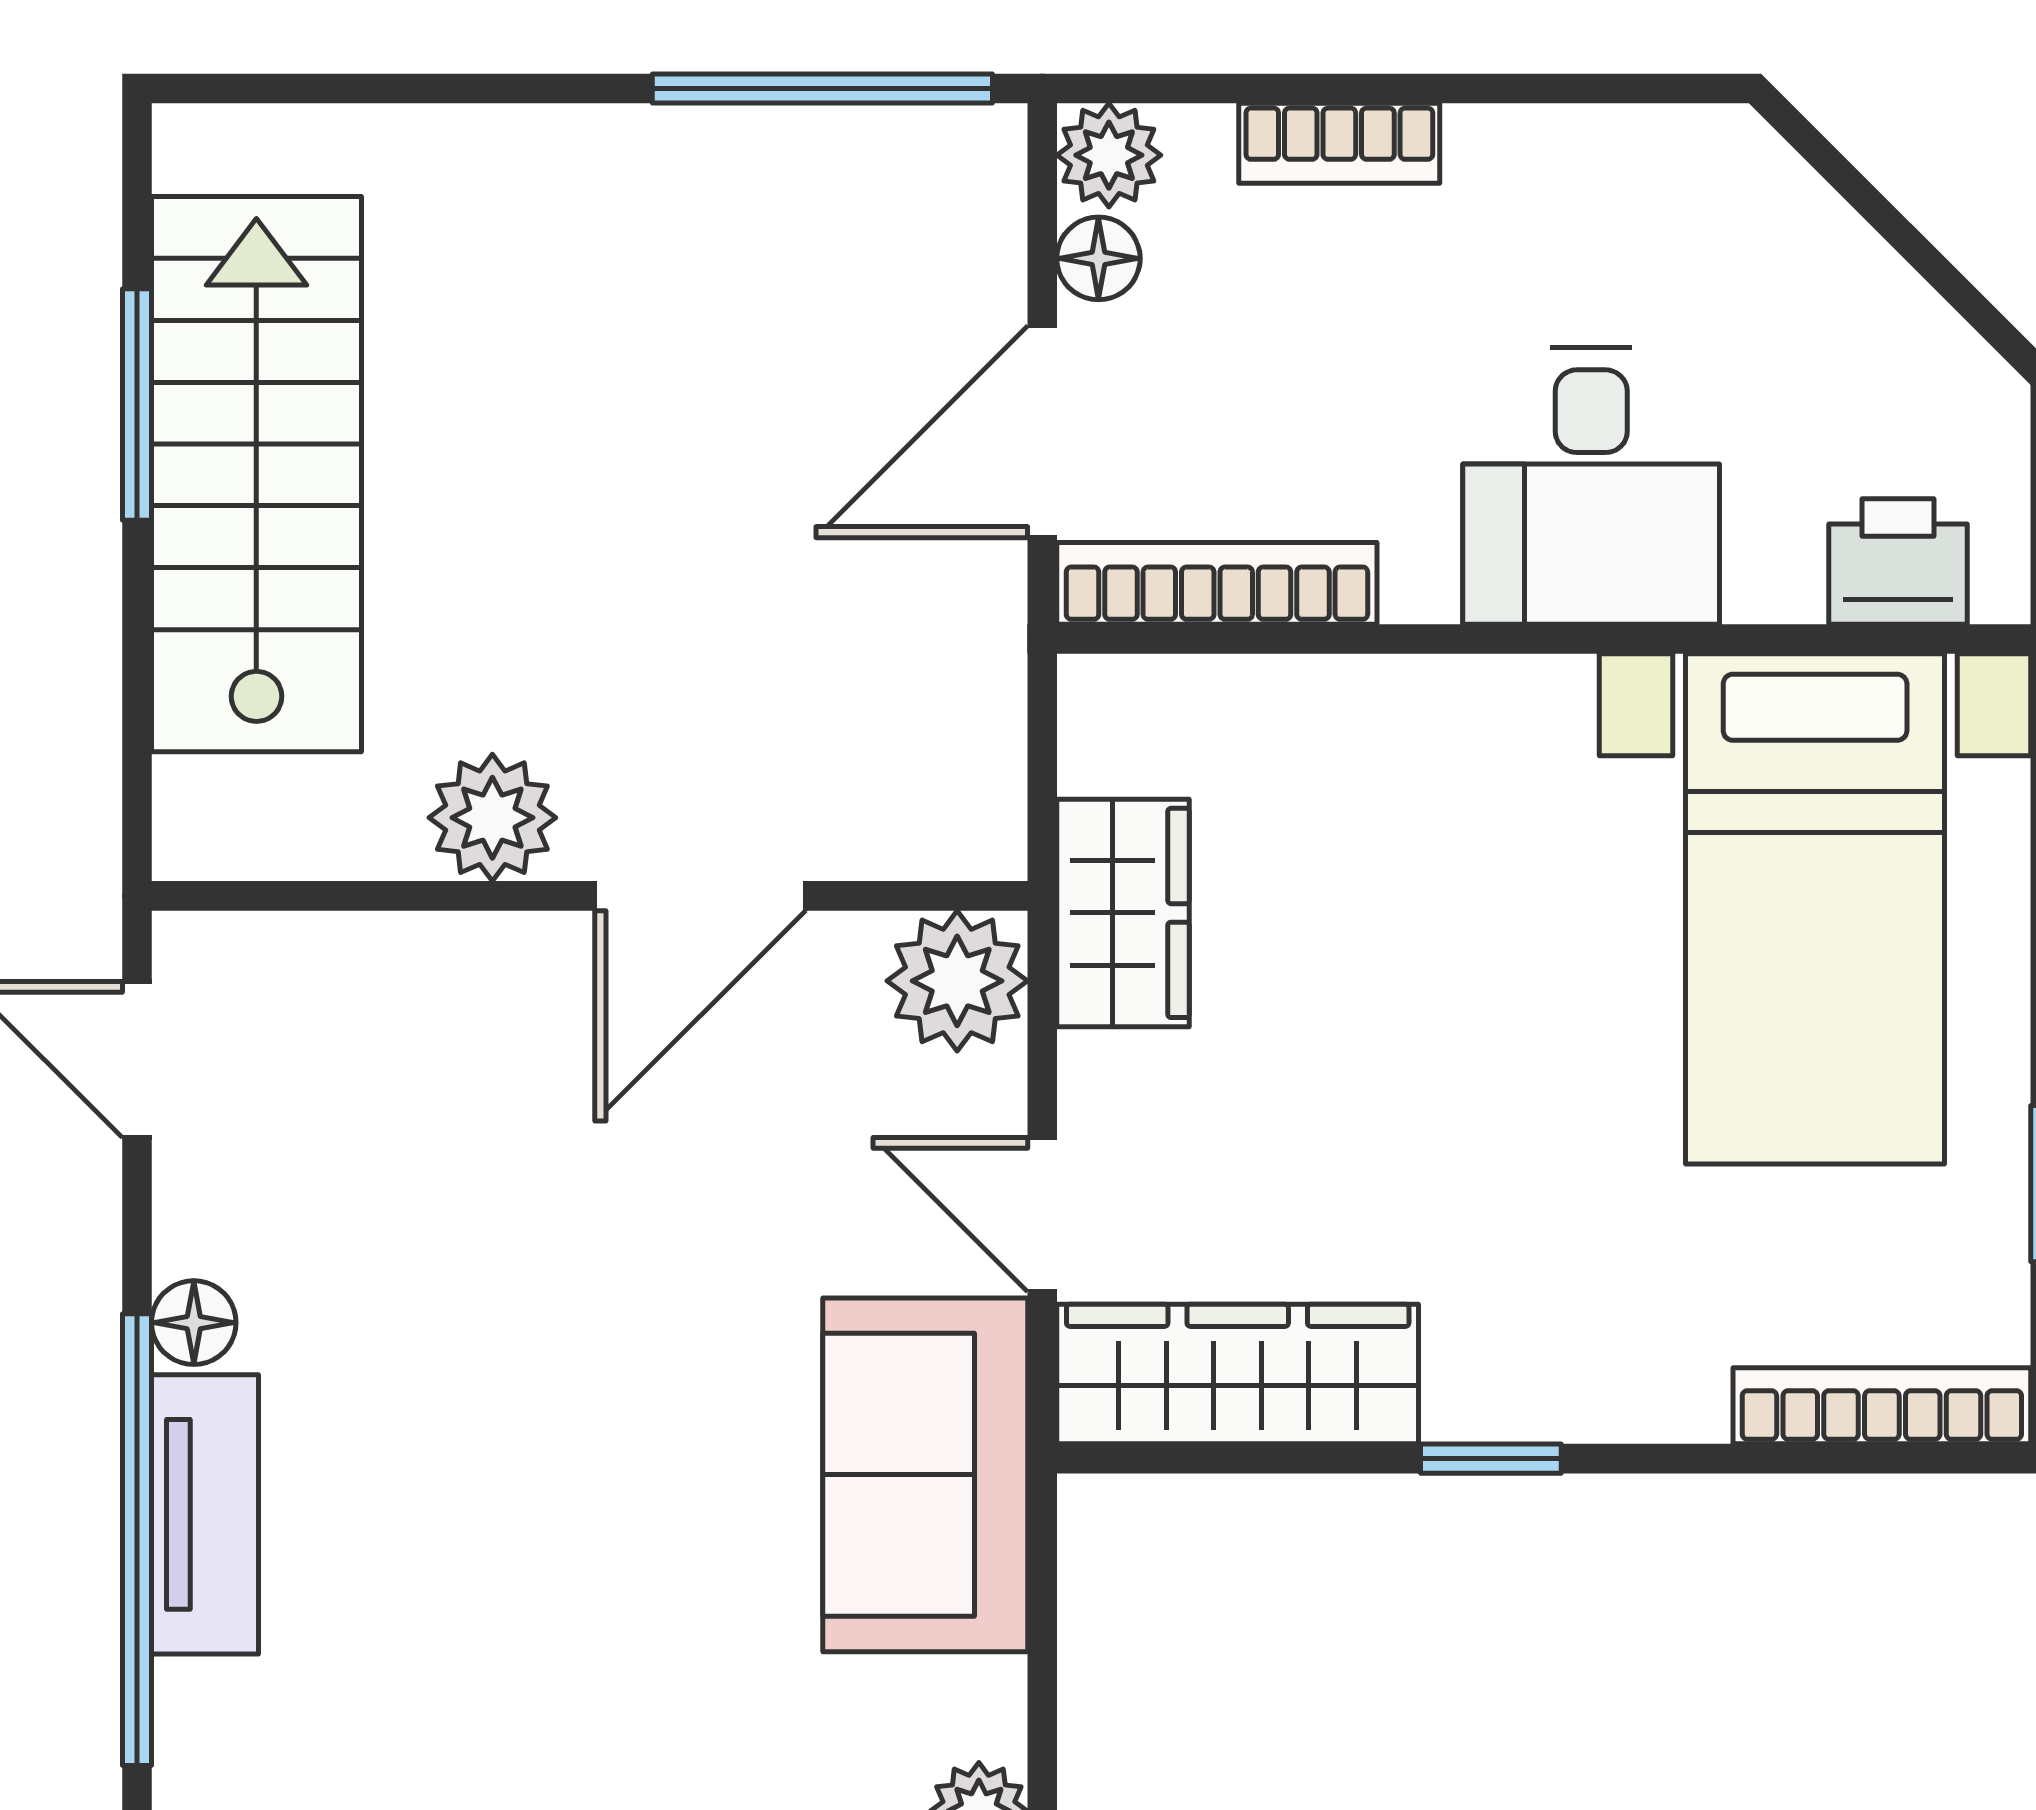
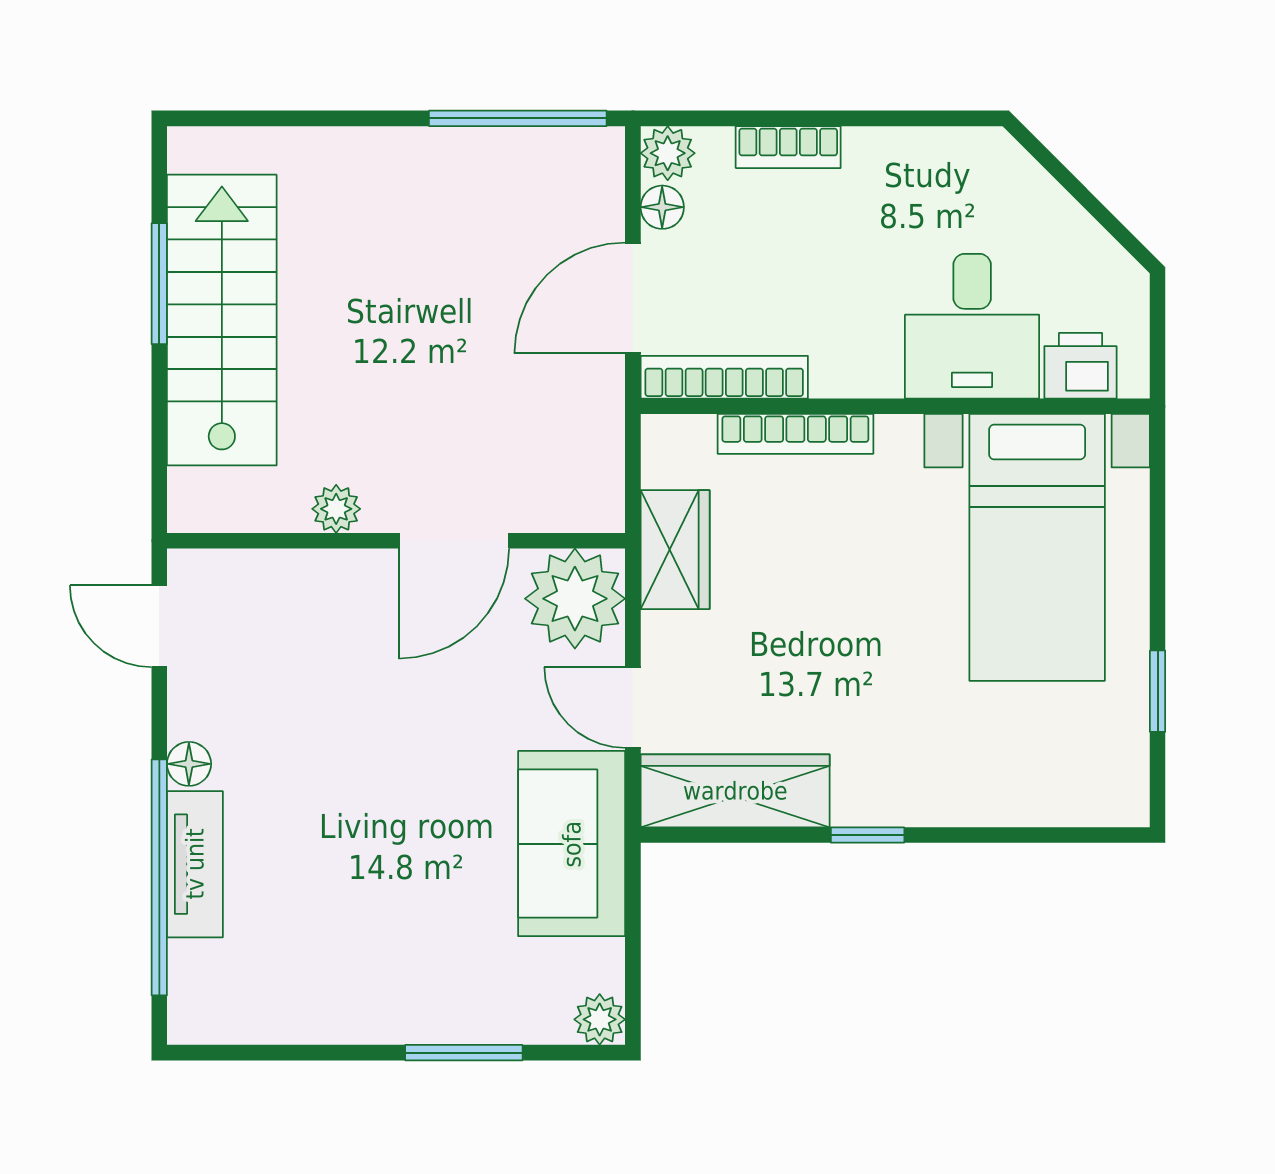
desk: (1591, 486) -> (972, 326), moved
plant: (492, 818) -> (336, 509), width x0.73, depth x0.73
plant: (957, 981) -> (575, 599), width x1.36, depth x1.36
bookcase: (1882, 1406) -> (795, 434), moved, turned 180

